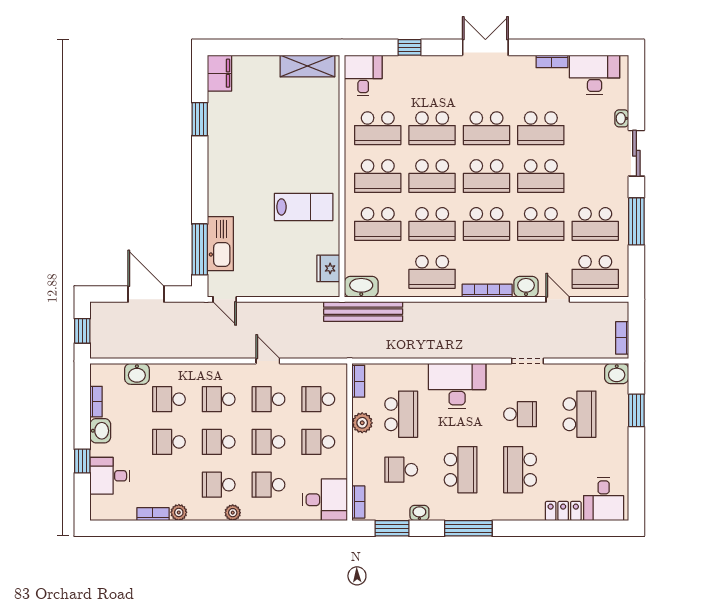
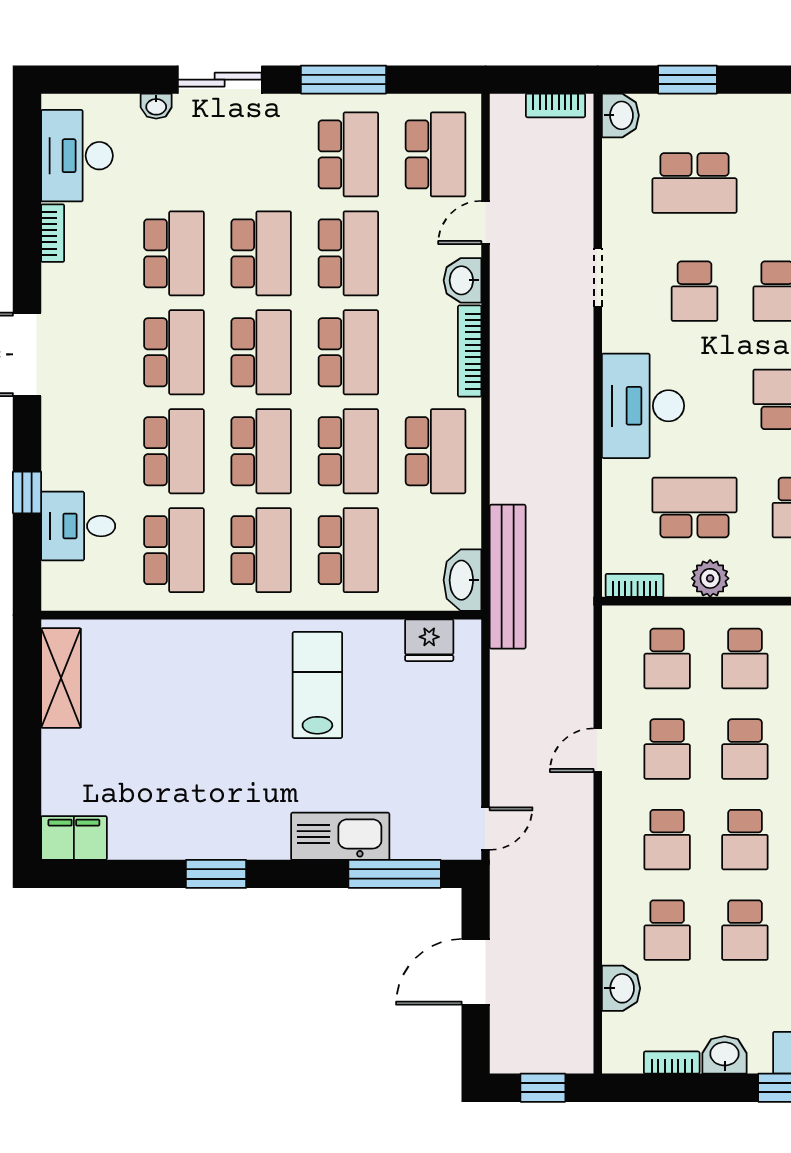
desk: (363, 75) -> (78, 526), moved
window: (200, 119) -> (216, 874), moved
kitchen sink: (220, 244) -> (340, 836), moved
school desk: (520, 414) -> (694, 291), turned 180
school desk: (580, 414) -> (694, 183), turned 180

